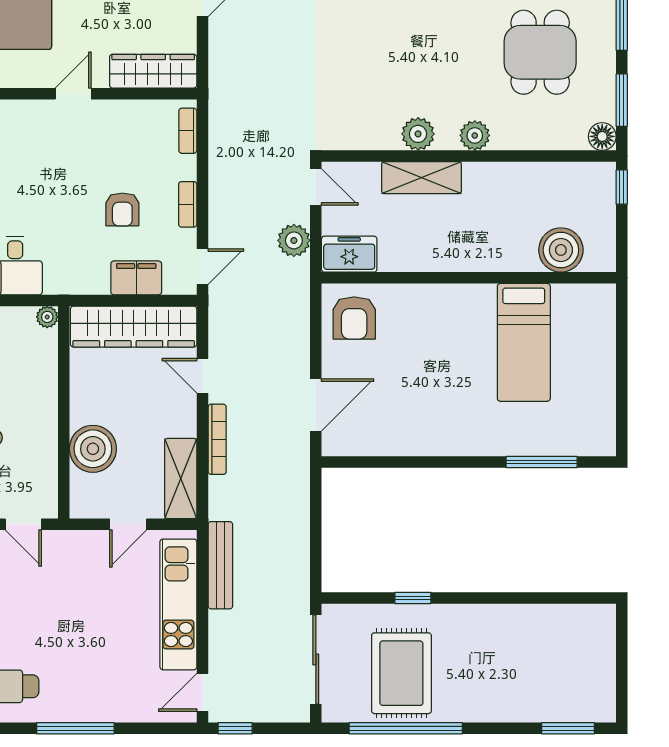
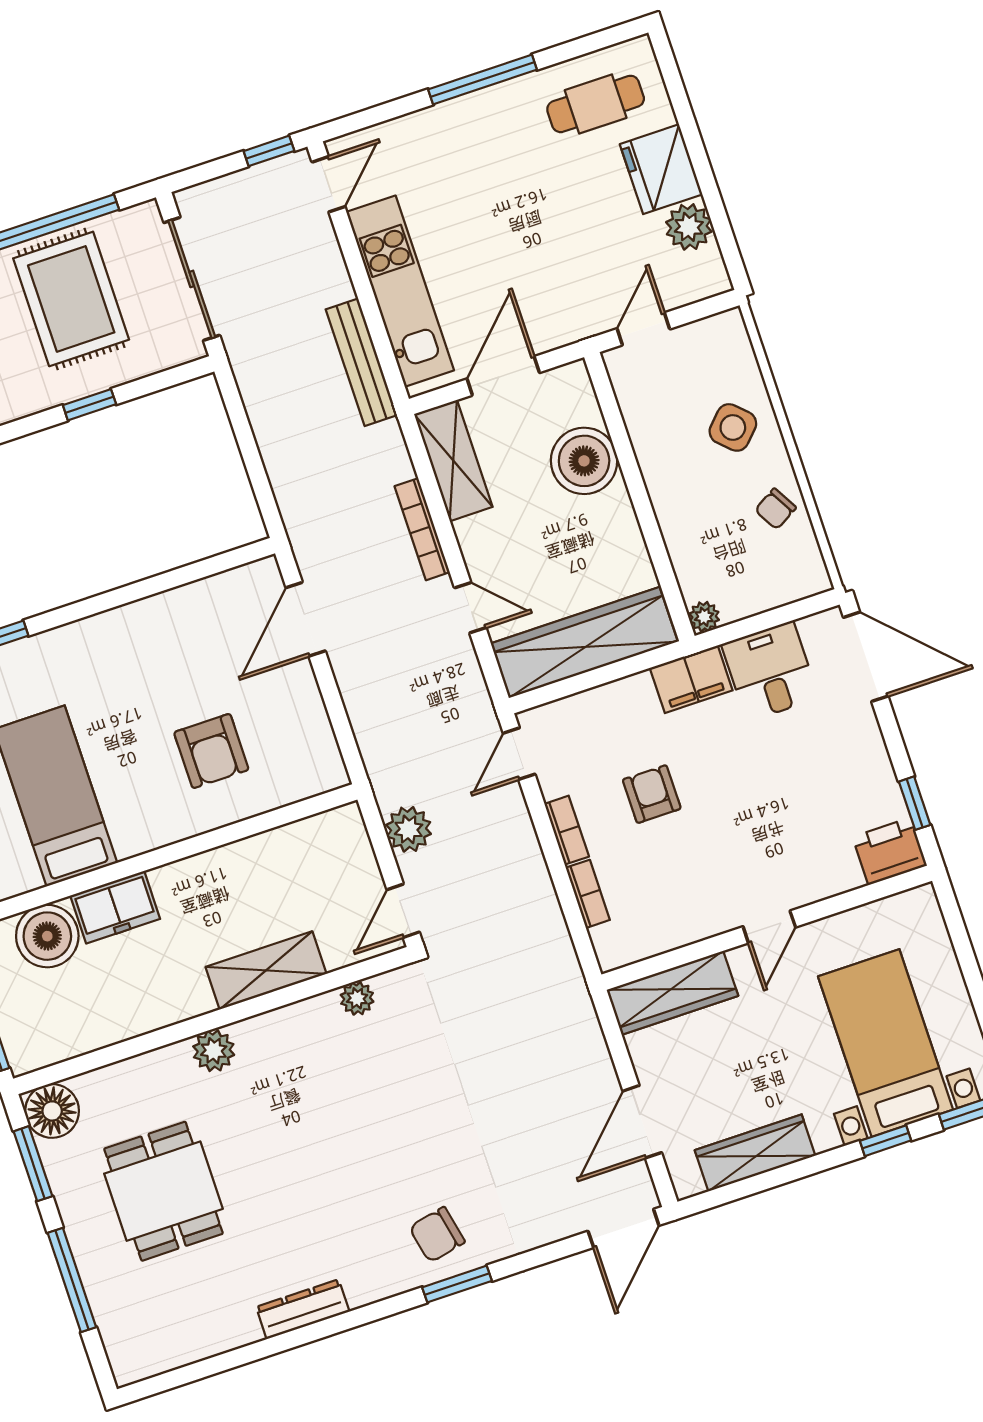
bookcase: (188, 131) -> (588, 894), moved
plant: (418, 134) -> (357, 998), moved, width x0.73, depth x0.73
floor lamp: (602, 136) -> (52, 1111), width x1.38, depth x1.38
door: (316, 187) -> (403, 911), hinge flipped
freezer: (349, 254) -> (115, 907), moved
filing cabinet: (136, 278) -> (691, 679), moved
armchair: (354, 318) -> (211, 751), moved, turned 180
door: (23, 524) -> (643, 329), hinge flipped
door: (128, 524) -> (503, 376), width x1.38

